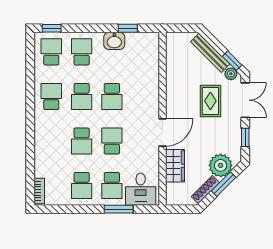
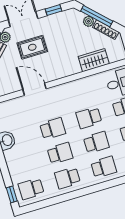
school desk: (82, 52) -> (104, 167), moved, turned 180
door: (162, 133) -> (34, 89), moved
plant: (221, 165) -> (88, 21), width x0.53, depth x0.53
window: (224, 184) -> (97, 16), width x1.44

